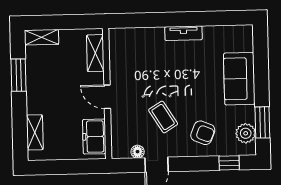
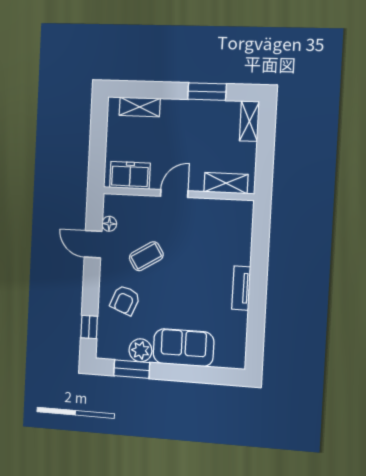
plant: (246, 133) -> (140, 350), moved

